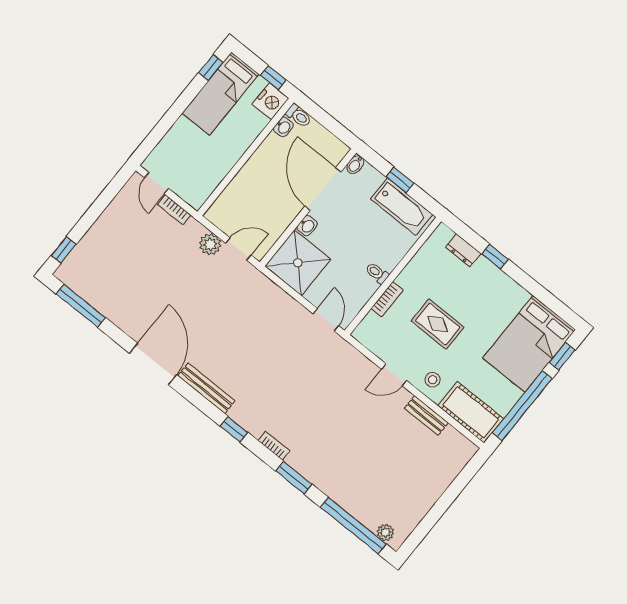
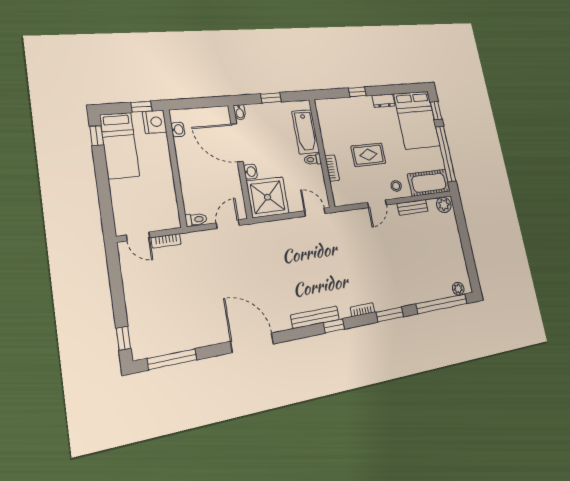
toilet: (299, 116) -> (196, 220), moved
bathtub: (402, 207) -> (306, 132), moved, turned 90
plant: (210, 244) -> (444, 205), moved
dresser: (463, 250) -> (384, 101), moved
bench: (206, 388) -> (315, 317), moved

